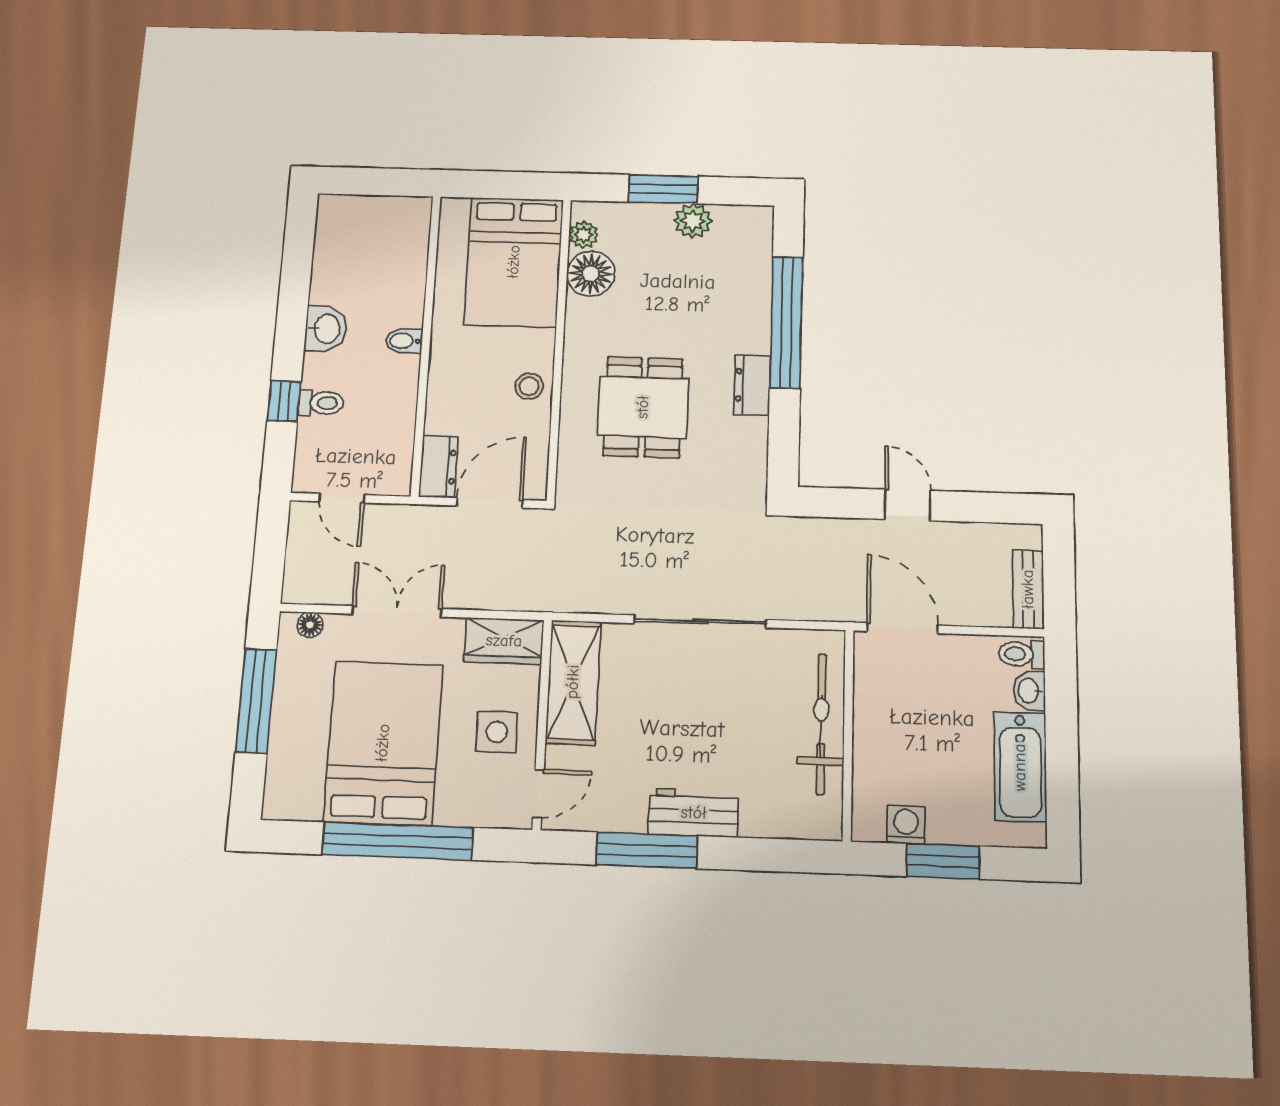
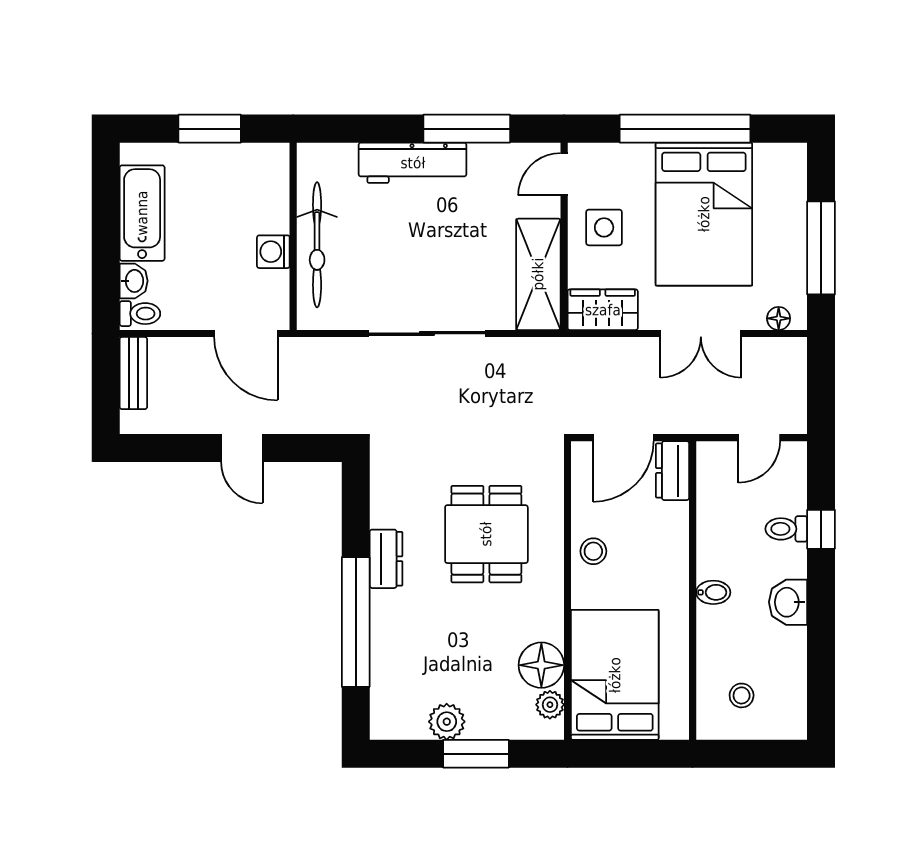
stool: (382, 238) -> (742, 695), added
door: (342, 498) -> (759, 438), swing flipped
workbench: (694, 813) -> (413, 163), width x1.38
washing machine: (906, 825) -> (273, 252), moved, turned 90

